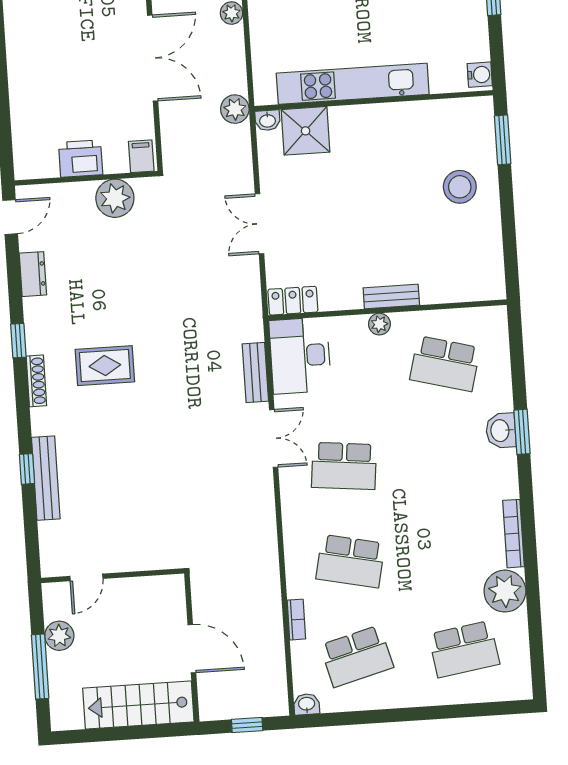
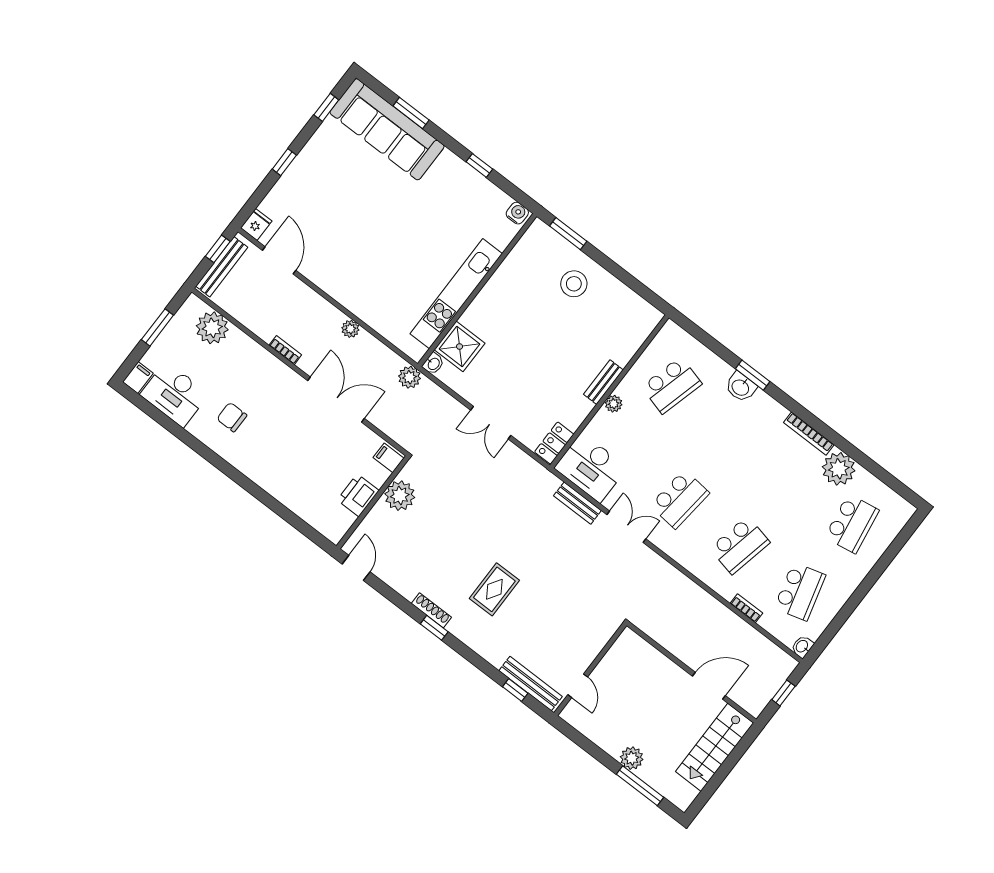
dresser: (33, 274) -> (402, 584), removed
shoe rack: (36, 381) -> (431, 610), moved
wall: (113, 576) -> (590, 669), moved
door: (86, 577) -> (578, 686), moved

